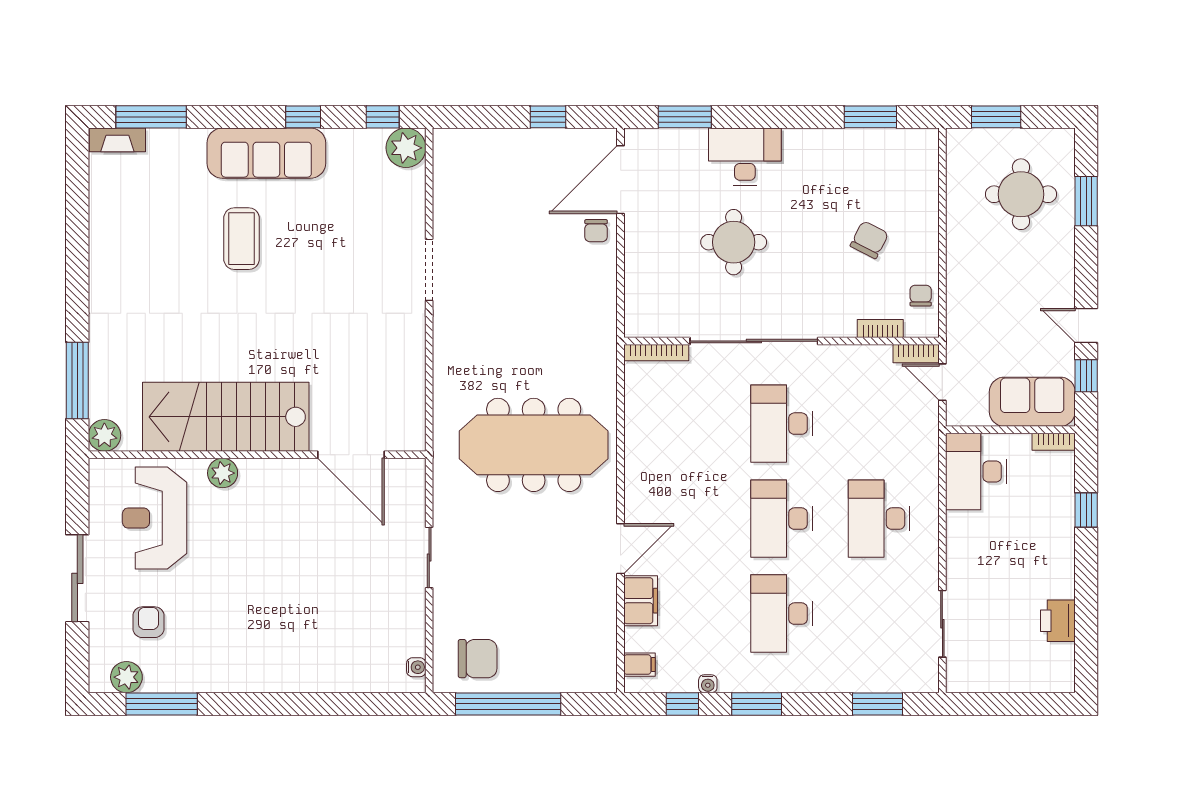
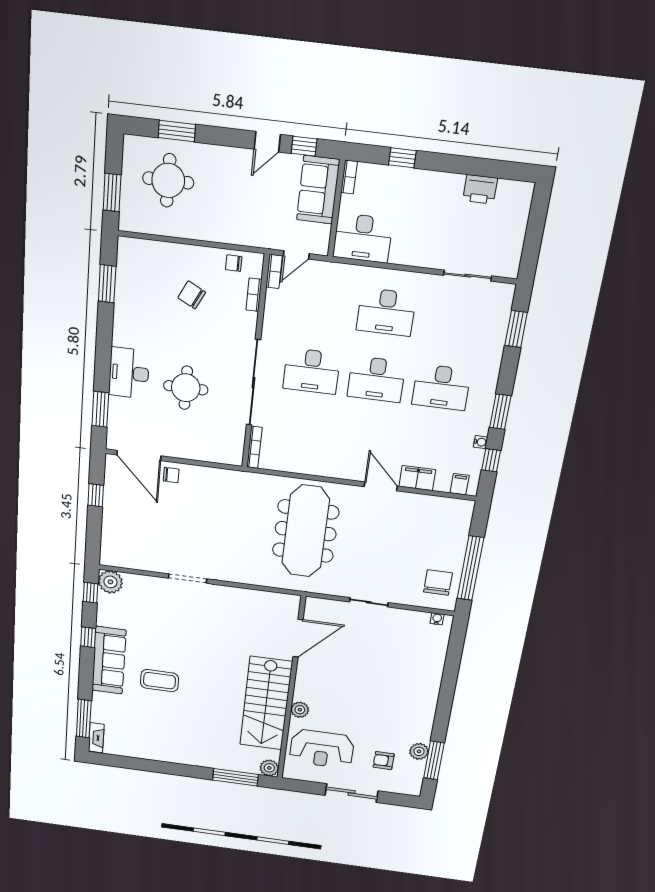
plant: (126, 677) -> (419, 751), moved

